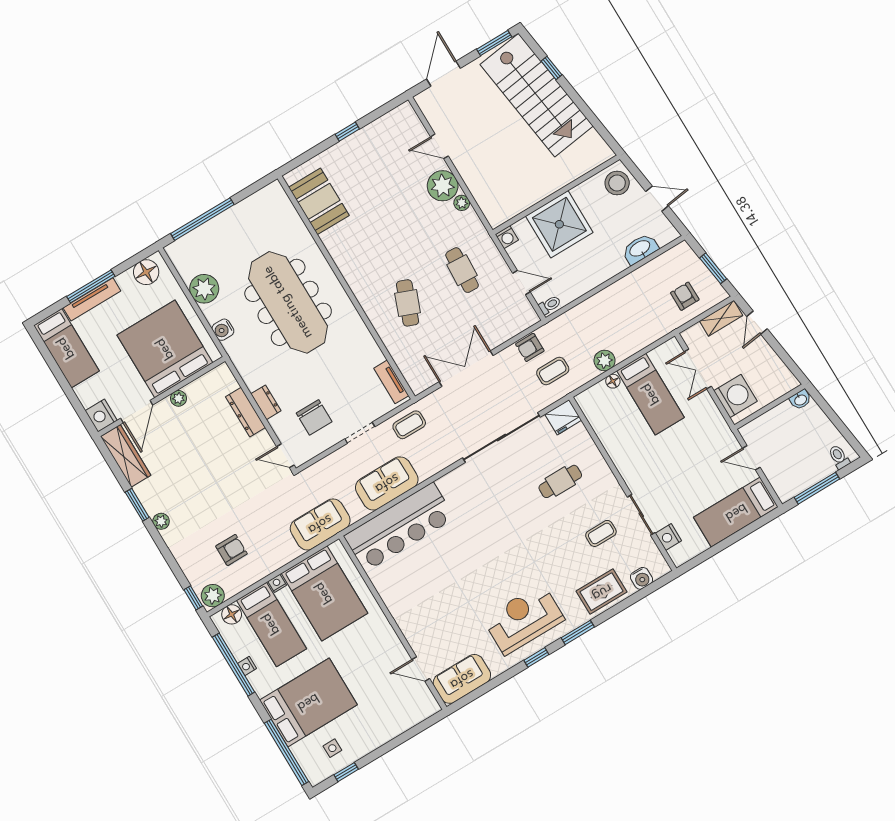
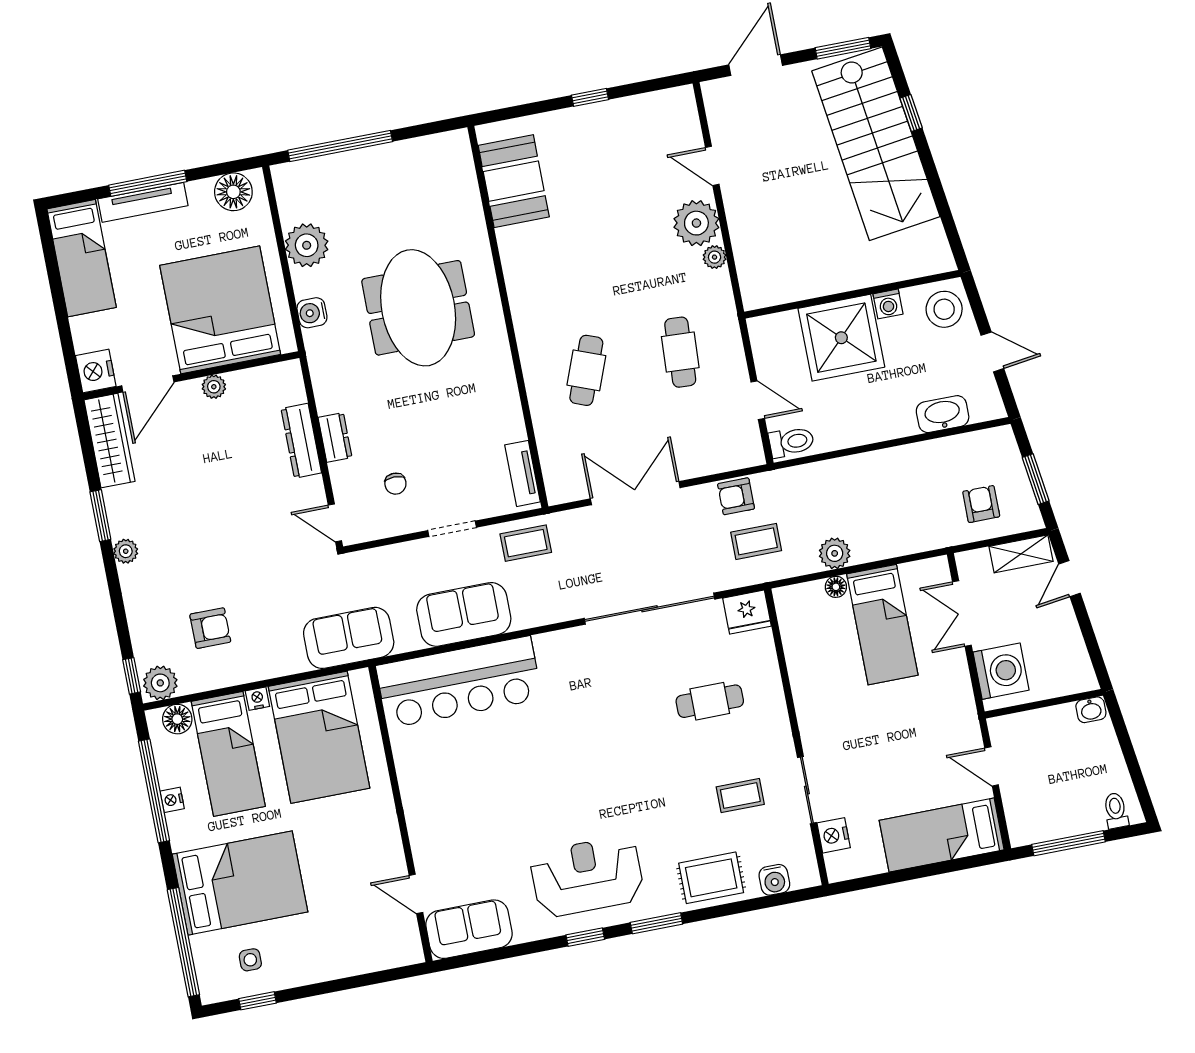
washing machine: (507, 237) -> (888, 304), moved
meeting table: (288, 302) -> (418, 308), width x0.73
toilet: (550, 305) -> (791, 442), width x1.37, depth x1.39
chair: (314, 417) -> (395, 484), width x0.54, depth x0.54

